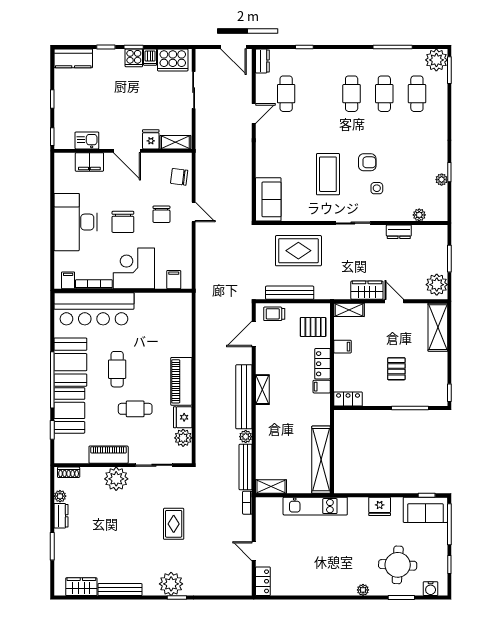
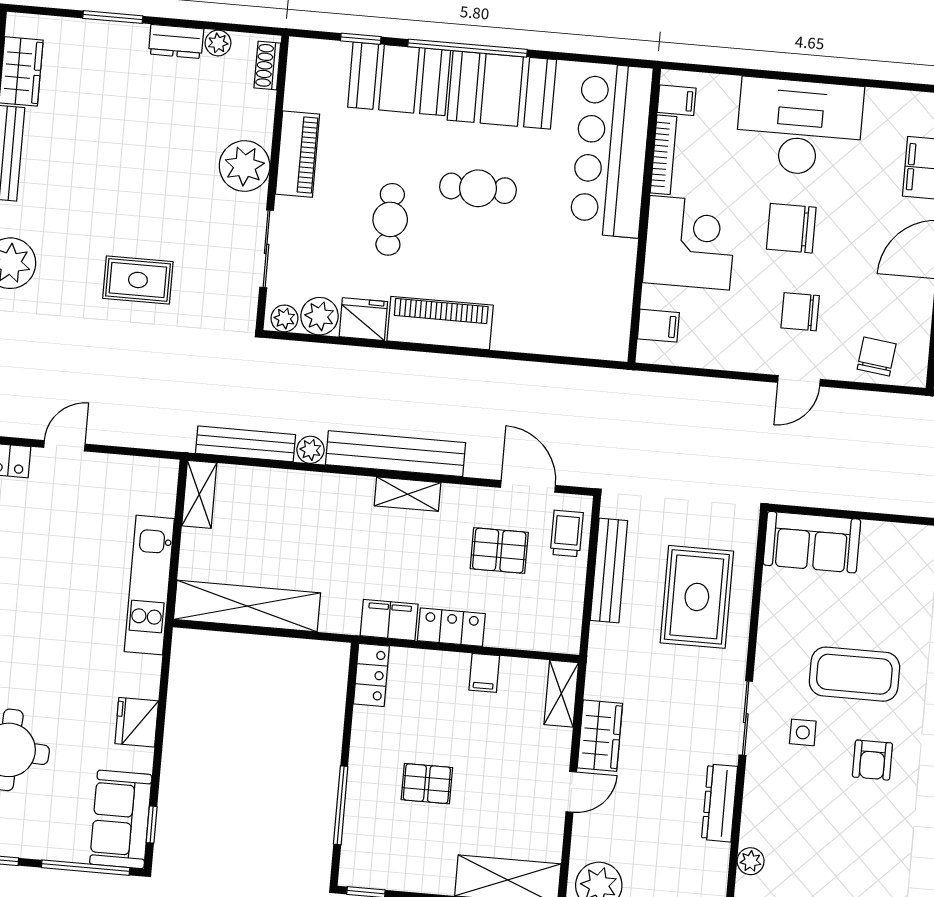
side table: (377, 188) -> (803, 732), moved
dresser: (399, 232) -> (719, 803), width x1.44
pallet: (313, 327) -> (499, 551), moved, turned 90
filing cabinet: (322, 387) -> (389, 620), width x2.00
plant: (186, 454) -> (284, 318), added
bookcase: (247, 503) -> (169, 441), removed

